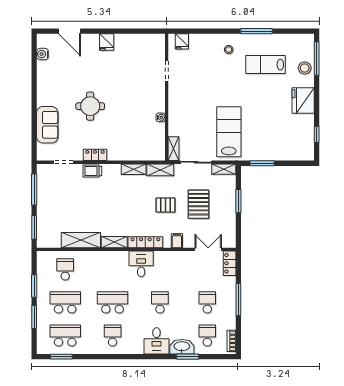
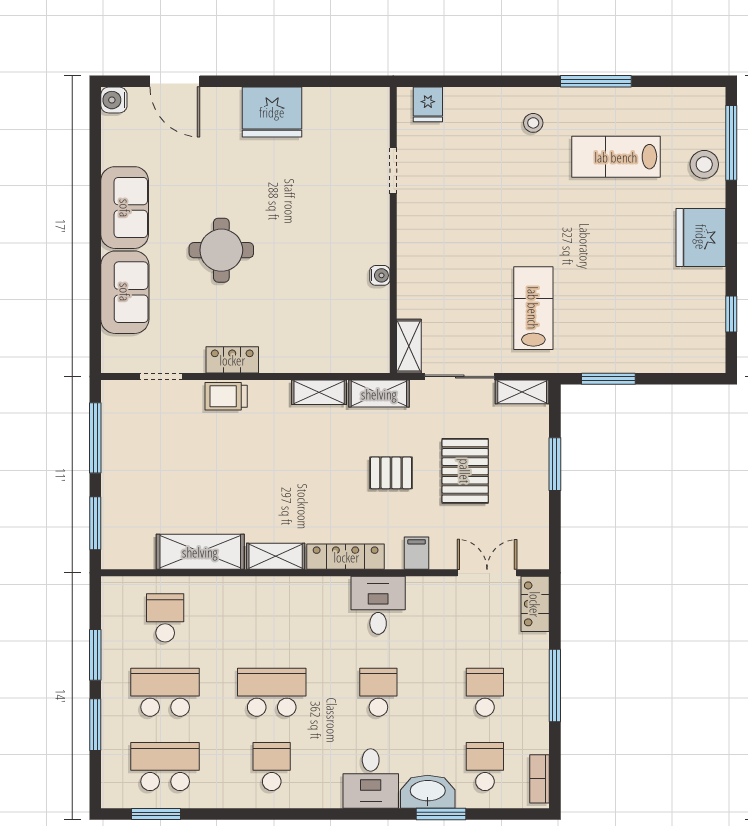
fridge: (107, 42) -> (272, 112), width x1.88, depth x1.34
water cooler: (42, 54) -> (114, 100), moved
sofa: (47, 87) -> (125, 208), added
lab bench: (229, 132) -> (533, 308), width x0.73, depth x0.72
desk: (141, 264) -> (378, 605), moved

